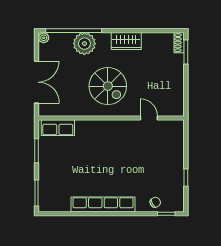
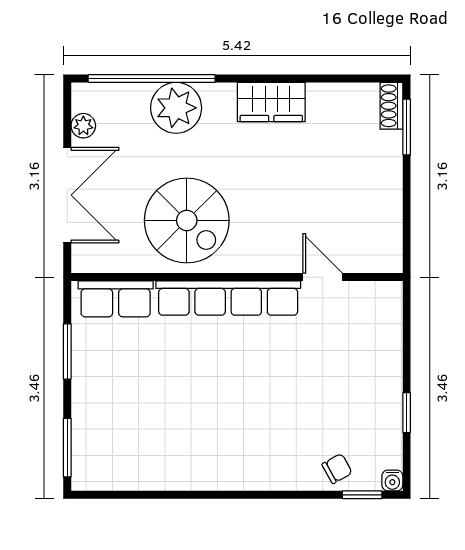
plant: (44, 38) -> (83, 126), moved
spiral stairs: (108, 86) -> (187, 220), moved
row of seats: (103, 205) -> (228, 298), moved, turned 180
water cooler: (180, 207) -> (392, 480), added

